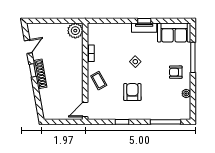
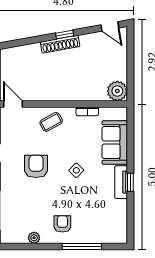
sofa: (174, 33) -> (115, 143), moved
door: (28, 47) -> (110, 26), moved
armchair: (132, 92) -> (36, 166), turned -90

